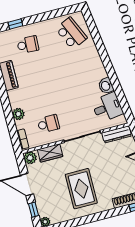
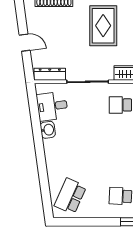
school desk: (71, 33) -> (70, 196), turned 48

